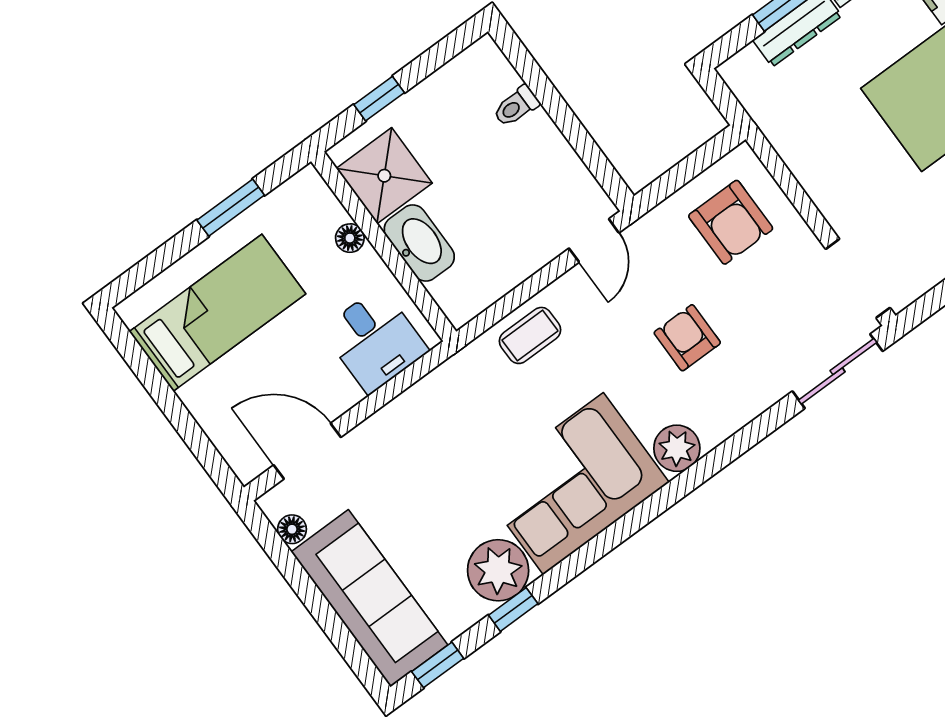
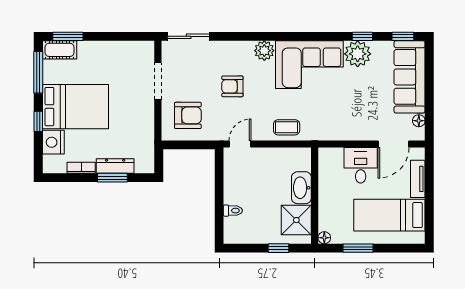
armchair: (731, 222) -> (188, 115), turned 90
floor lamp: (350, 238) -> (324, 238), moved
doorway: (858, 278) -> (158, 81), moved
armchair: (687, 338) -> (232, 86), turned 90
desk: (375, 340) -> (361, 165), moved
tv unit: (214, 419) -> (418, 179), added
door: (307, 451) -> (394, 144), hinge flipped

